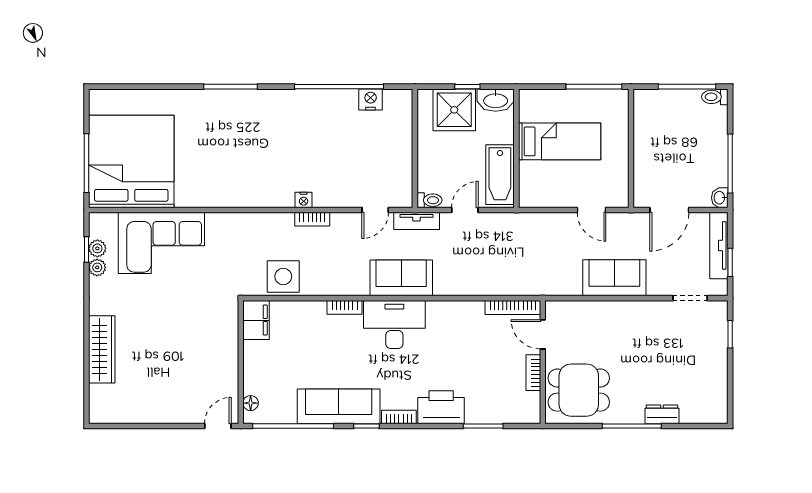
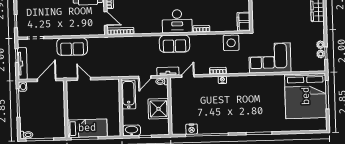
shower: (454, 110) -> (158, 109), moved
bed: (560, 141) -> (87, 128), moved, turned 180
corner sofa: (161, 243) -> (270, 58), moved

